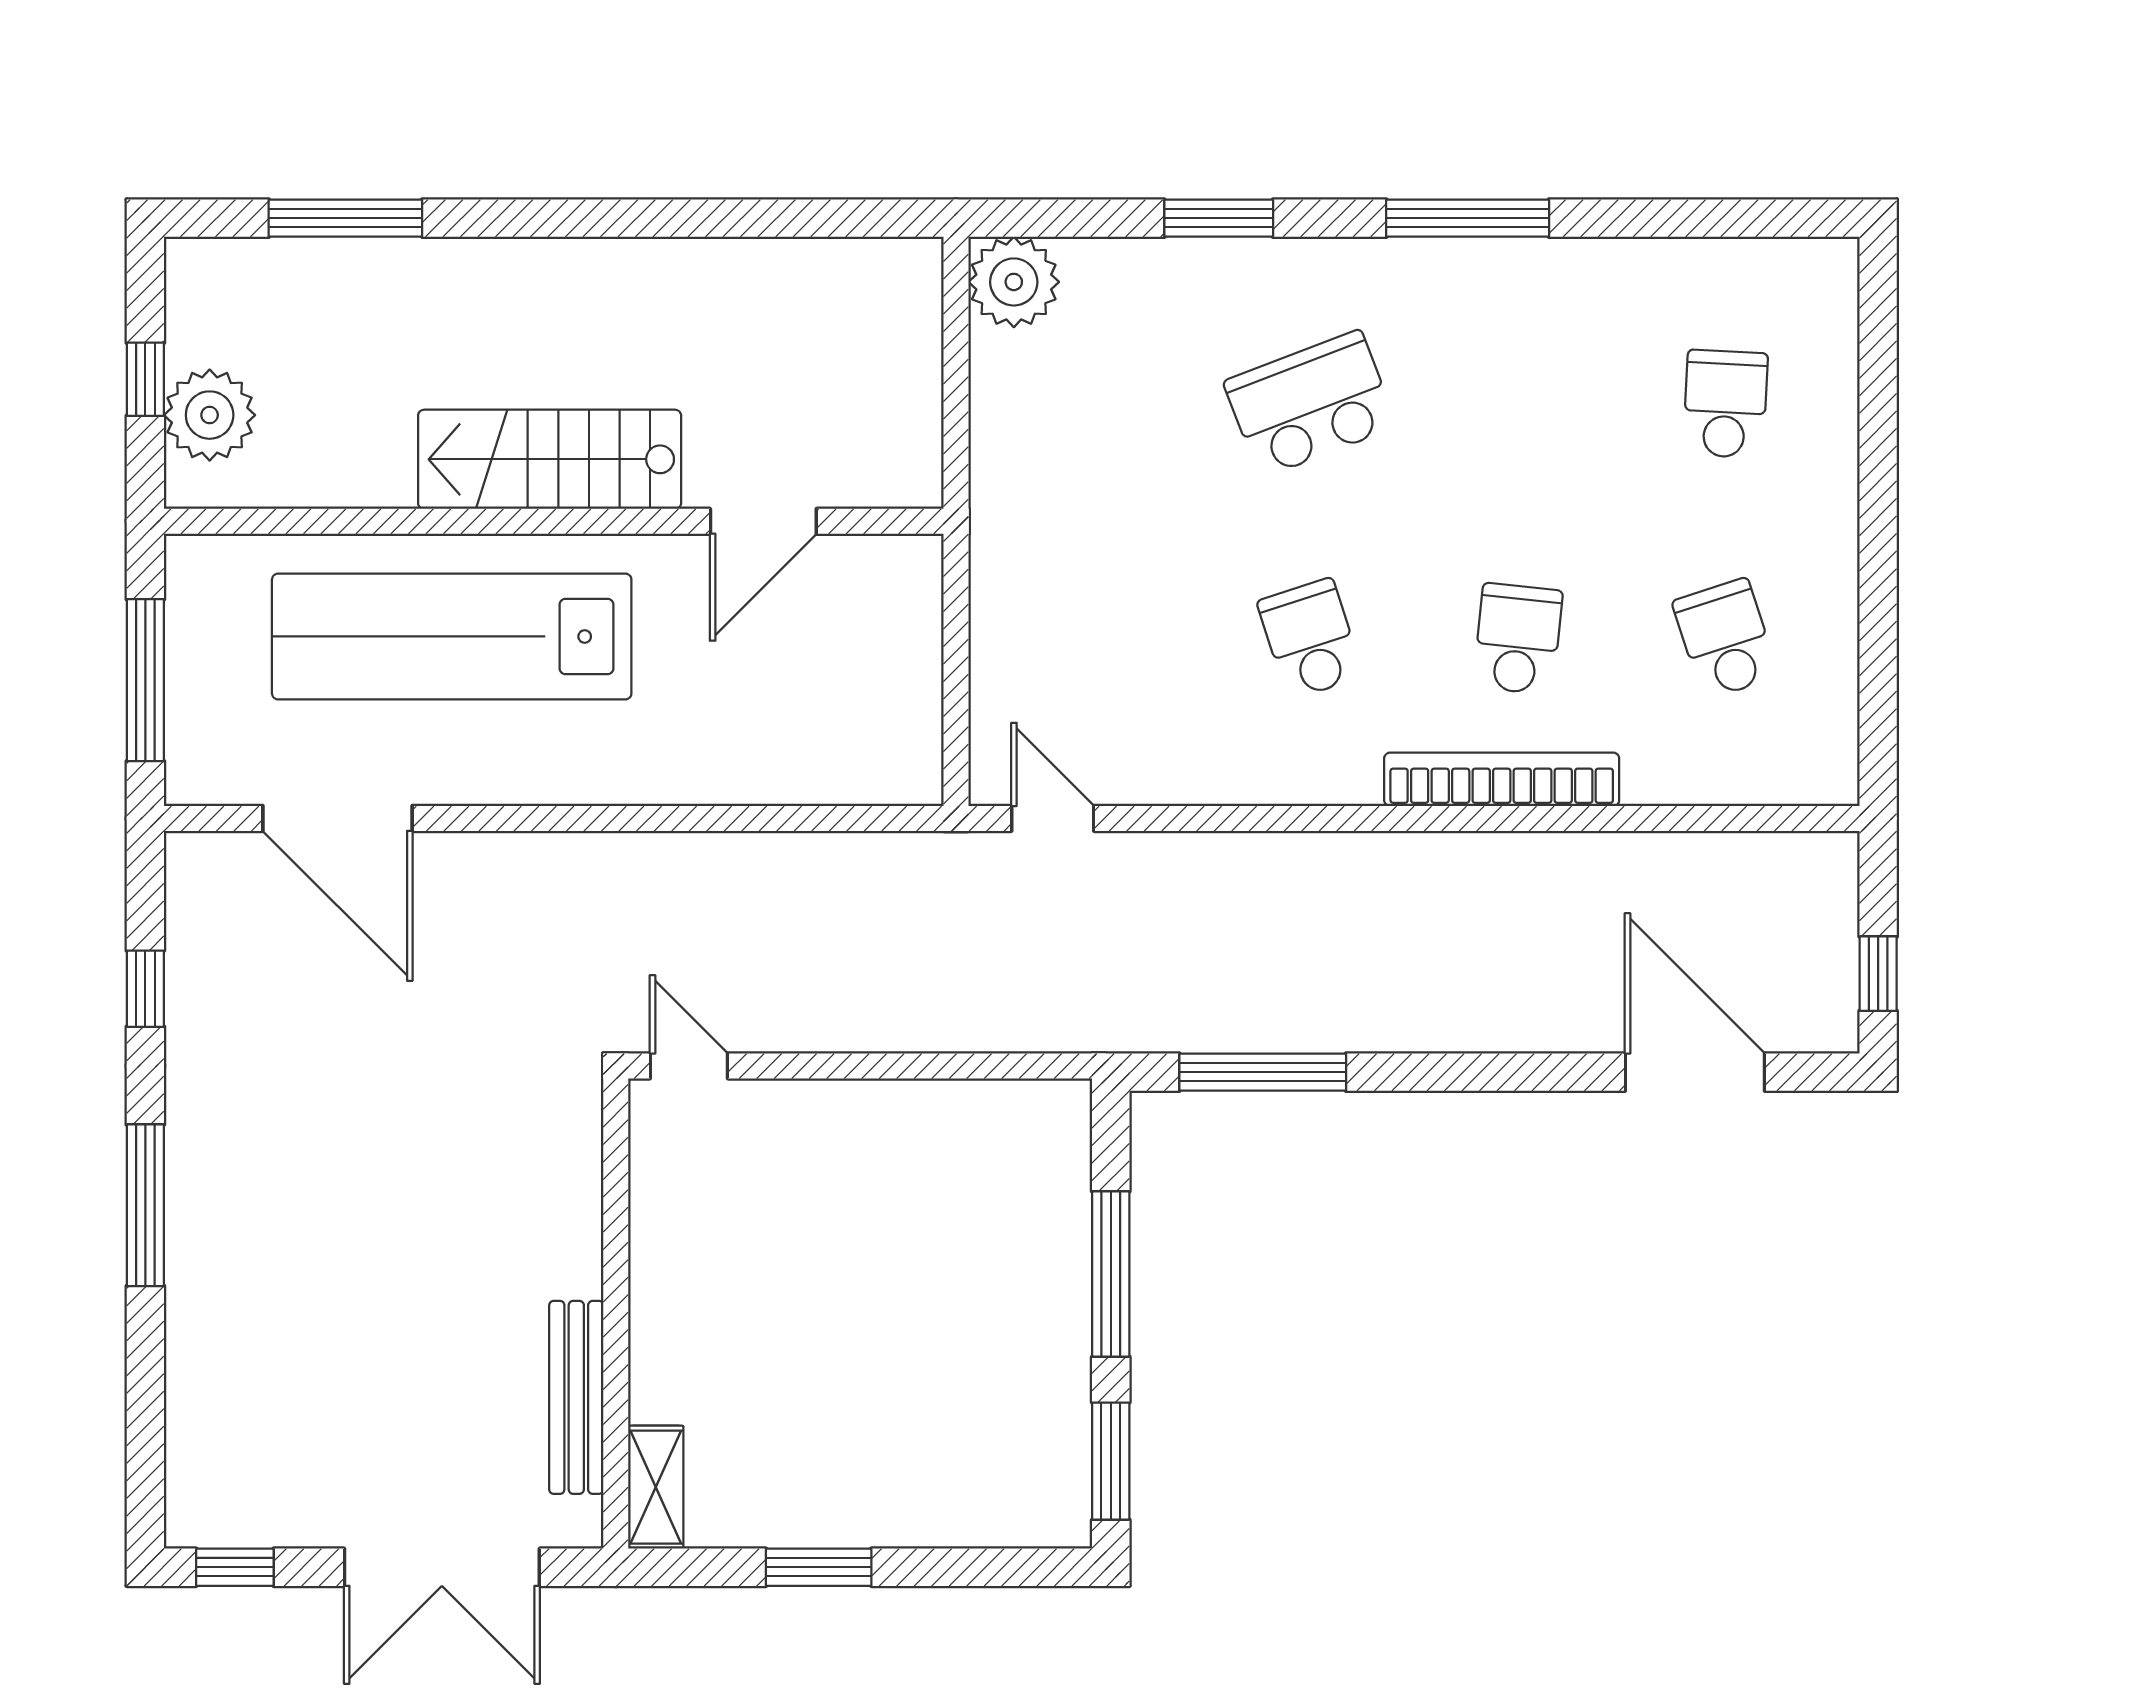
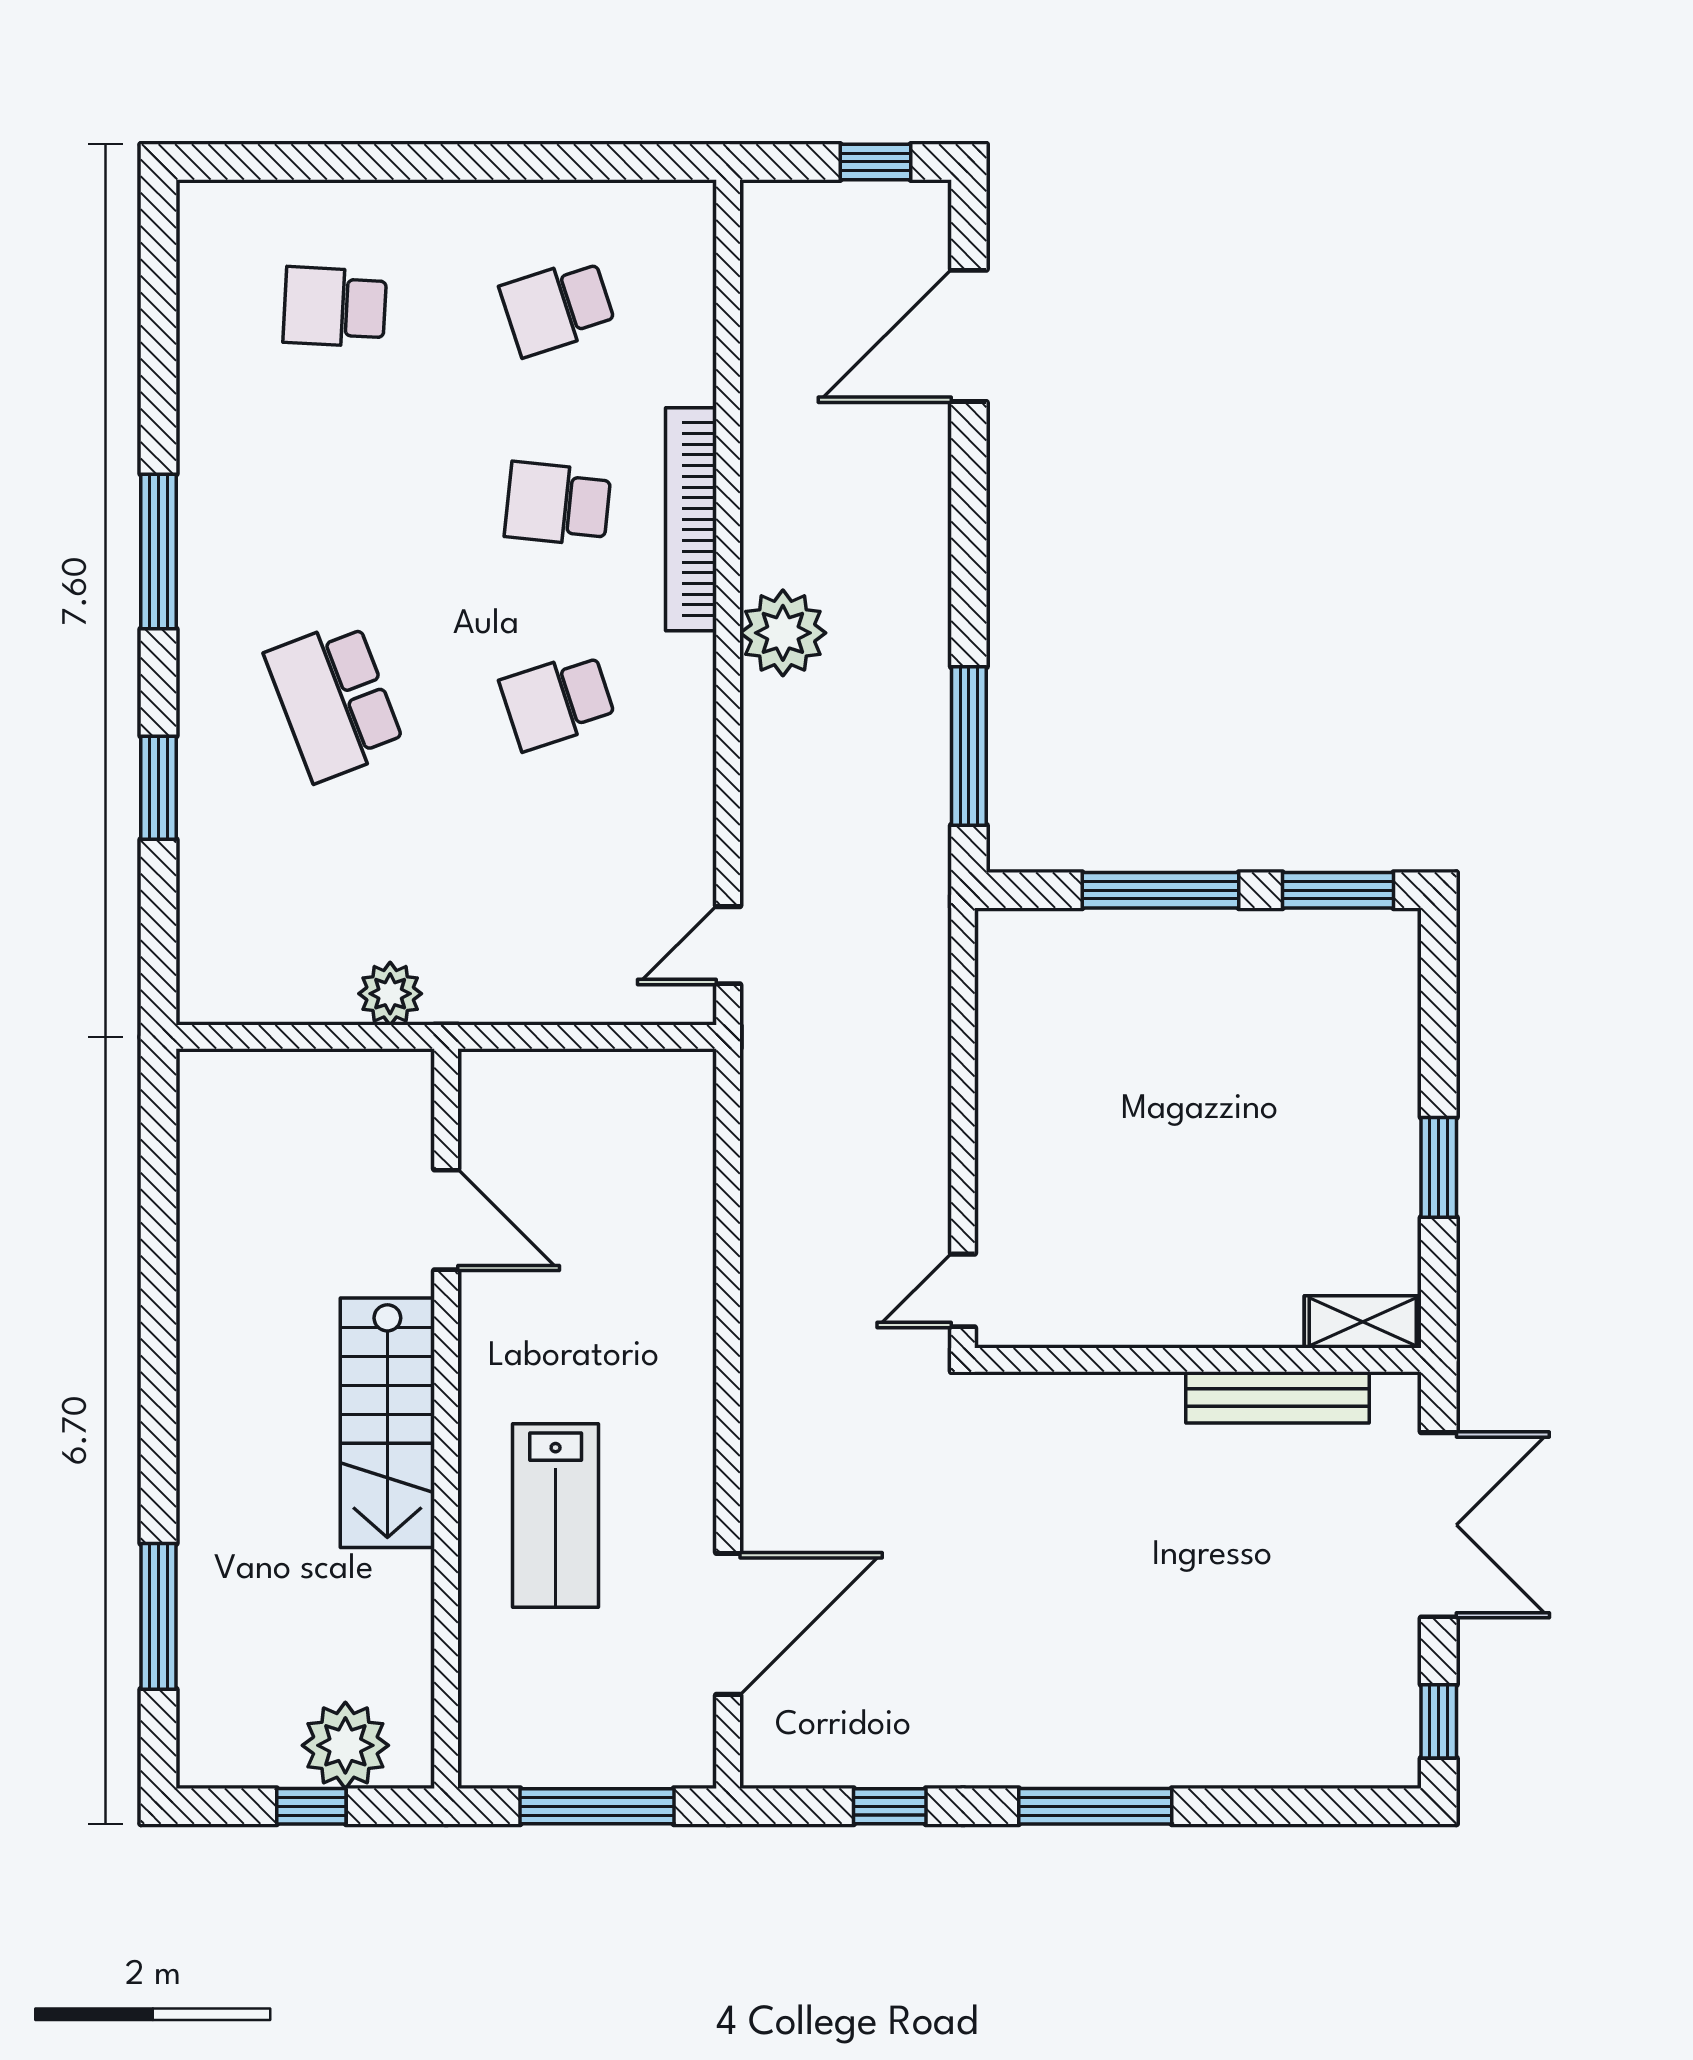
plant: (1014, 282) -> (390, 994), moved, width x0.73, depth x0.73
lab bench: (452, 636) -> (556, 1516), width x0.54, depth x0.72
plant: (1382, 876) -> (783, 633), added

